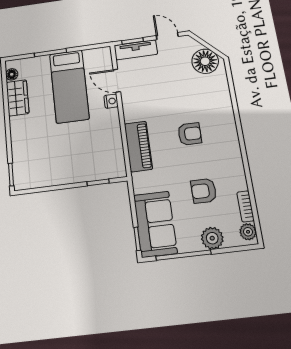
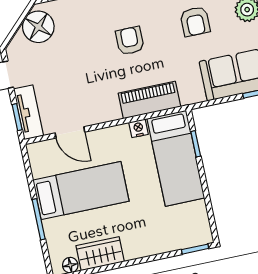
door: (117, 81) -> (70, 132), hinge flipped
nightstand: (111, 101) -> (139, 128), moved
bed: (88, 165) -> (176, 158), added

